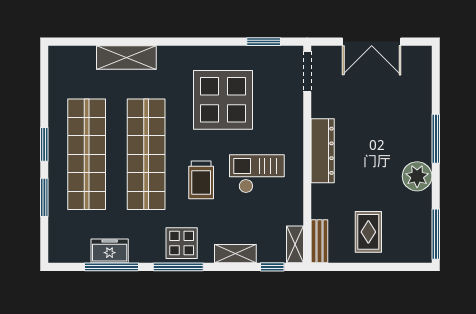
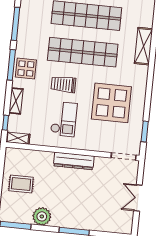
double door: (372, 42) -> (138, 198), width x0.73
plant: (417, 176) -> (42, 216), moved
bench: (319, 241) -> (18, 153), removed
freezer: (110, 251) -> (26, 24), removed

